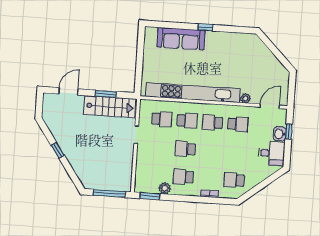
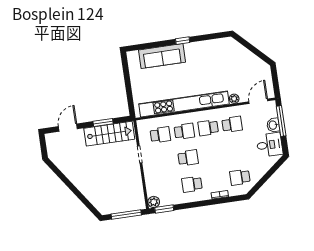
window: (289, 132) -> (281, 121), width x2.17
school desk: (185, 149) -> (188, 158), turned 180
window: (58, 150) -> (70, 185), removed
plant: (165, 188) -> (154, 202), moved

